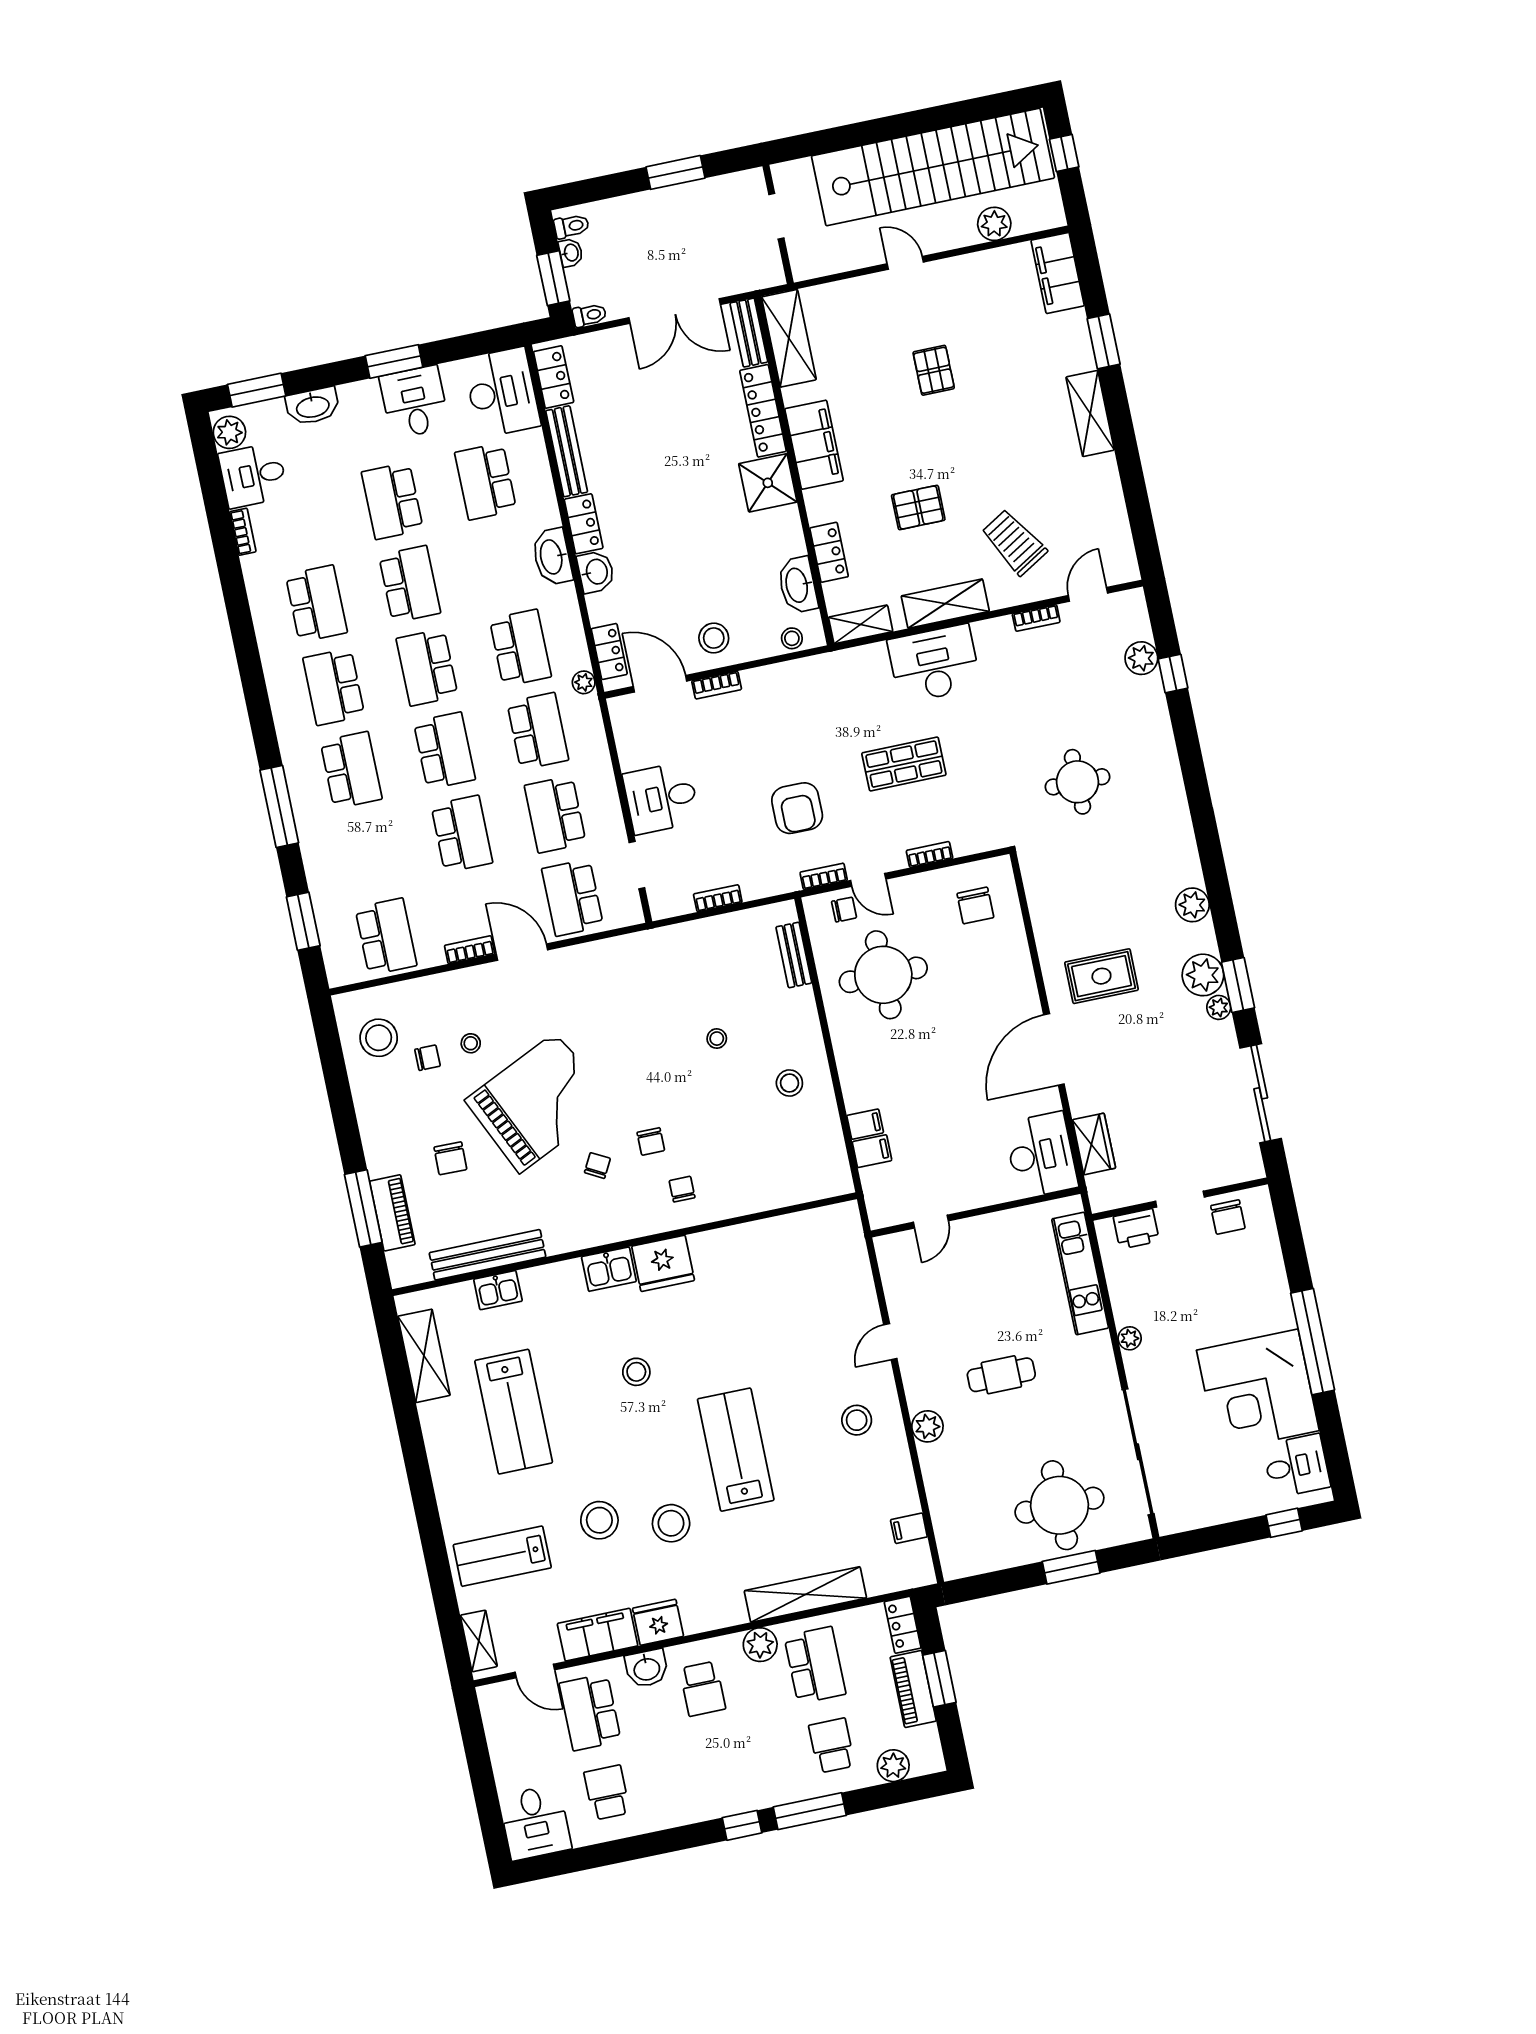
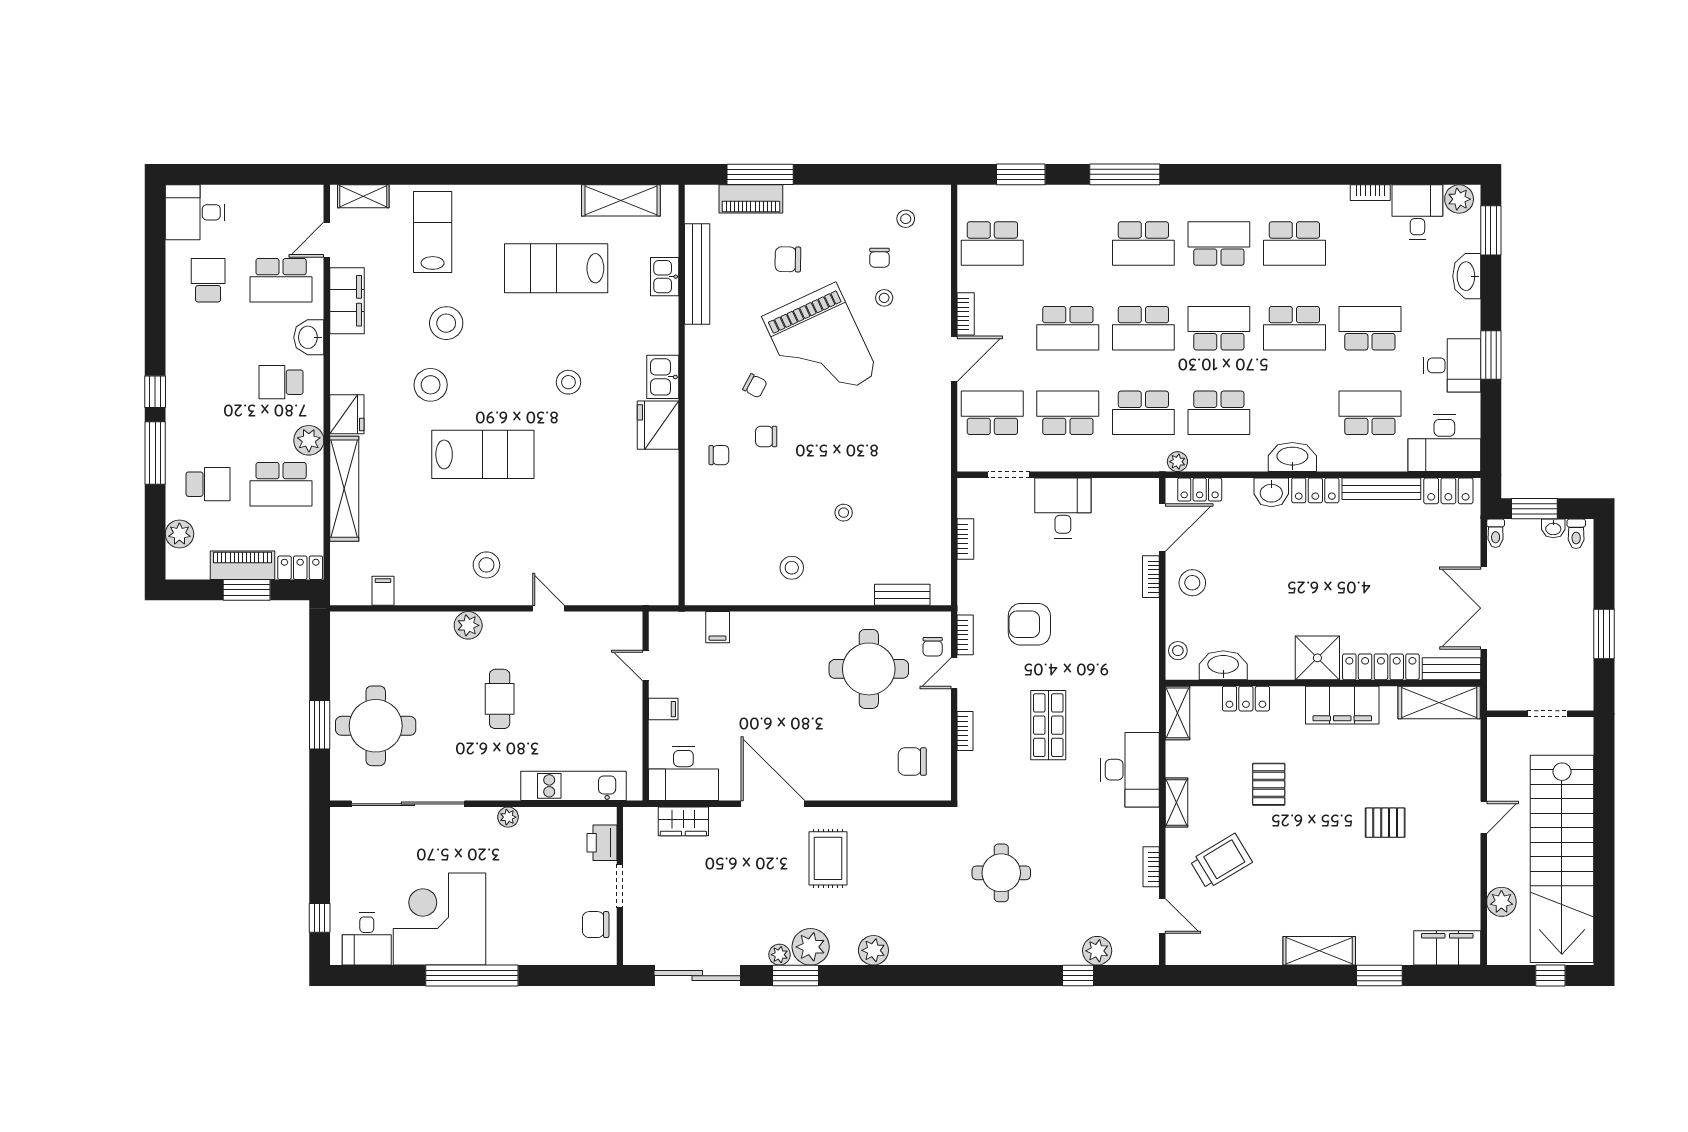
shelving: (945, 604) -> (1177, 803), width x0.67, depth x0.75
stool: (379, 1038) -> (906, 219), width x0.53, depth x0.53
filing cabinet: (865, 1124) -> (663, 709), moved, turned -90
fridge: (658, 1622) -> (347, 414), moved
school desk: (590, 1712) -> (281, 280), turned 180
school desk: (607, 1793) -> (208, 280), turned -90

